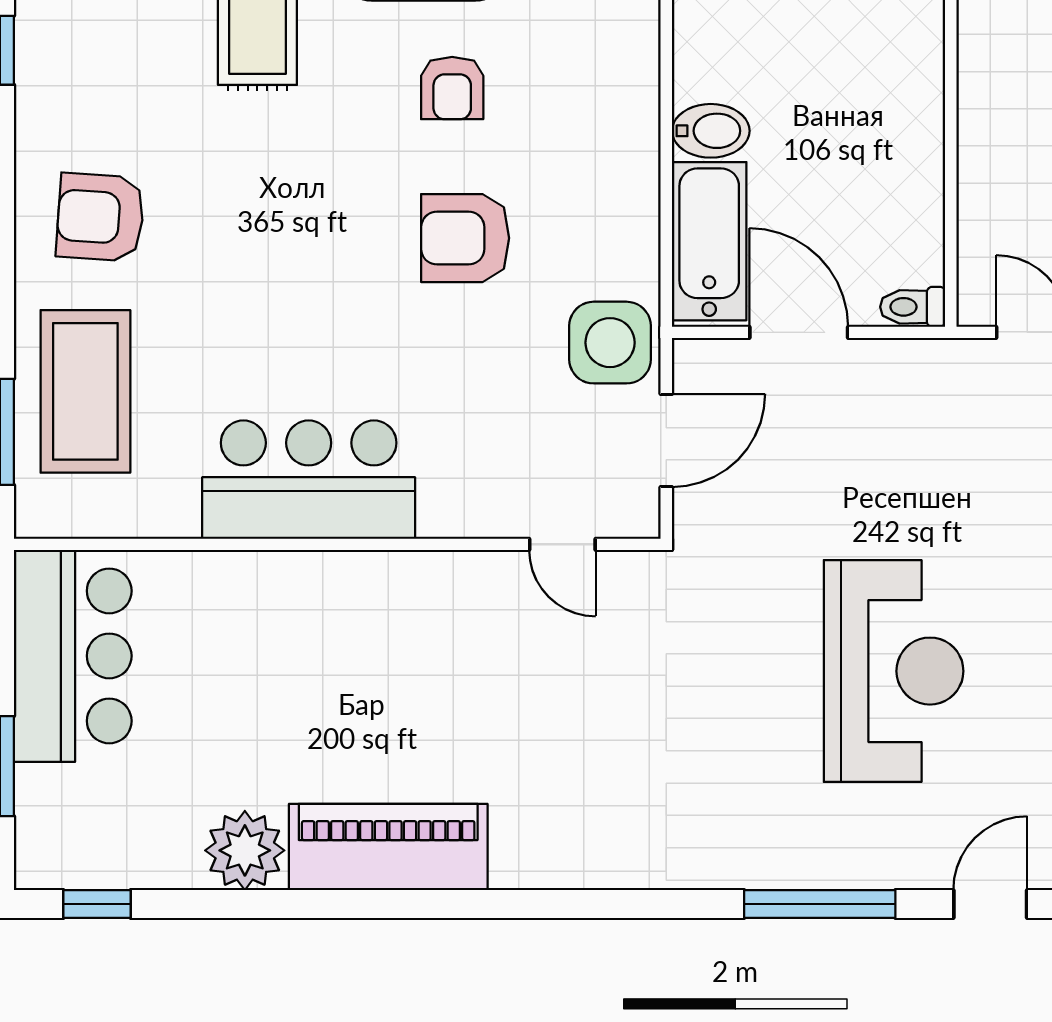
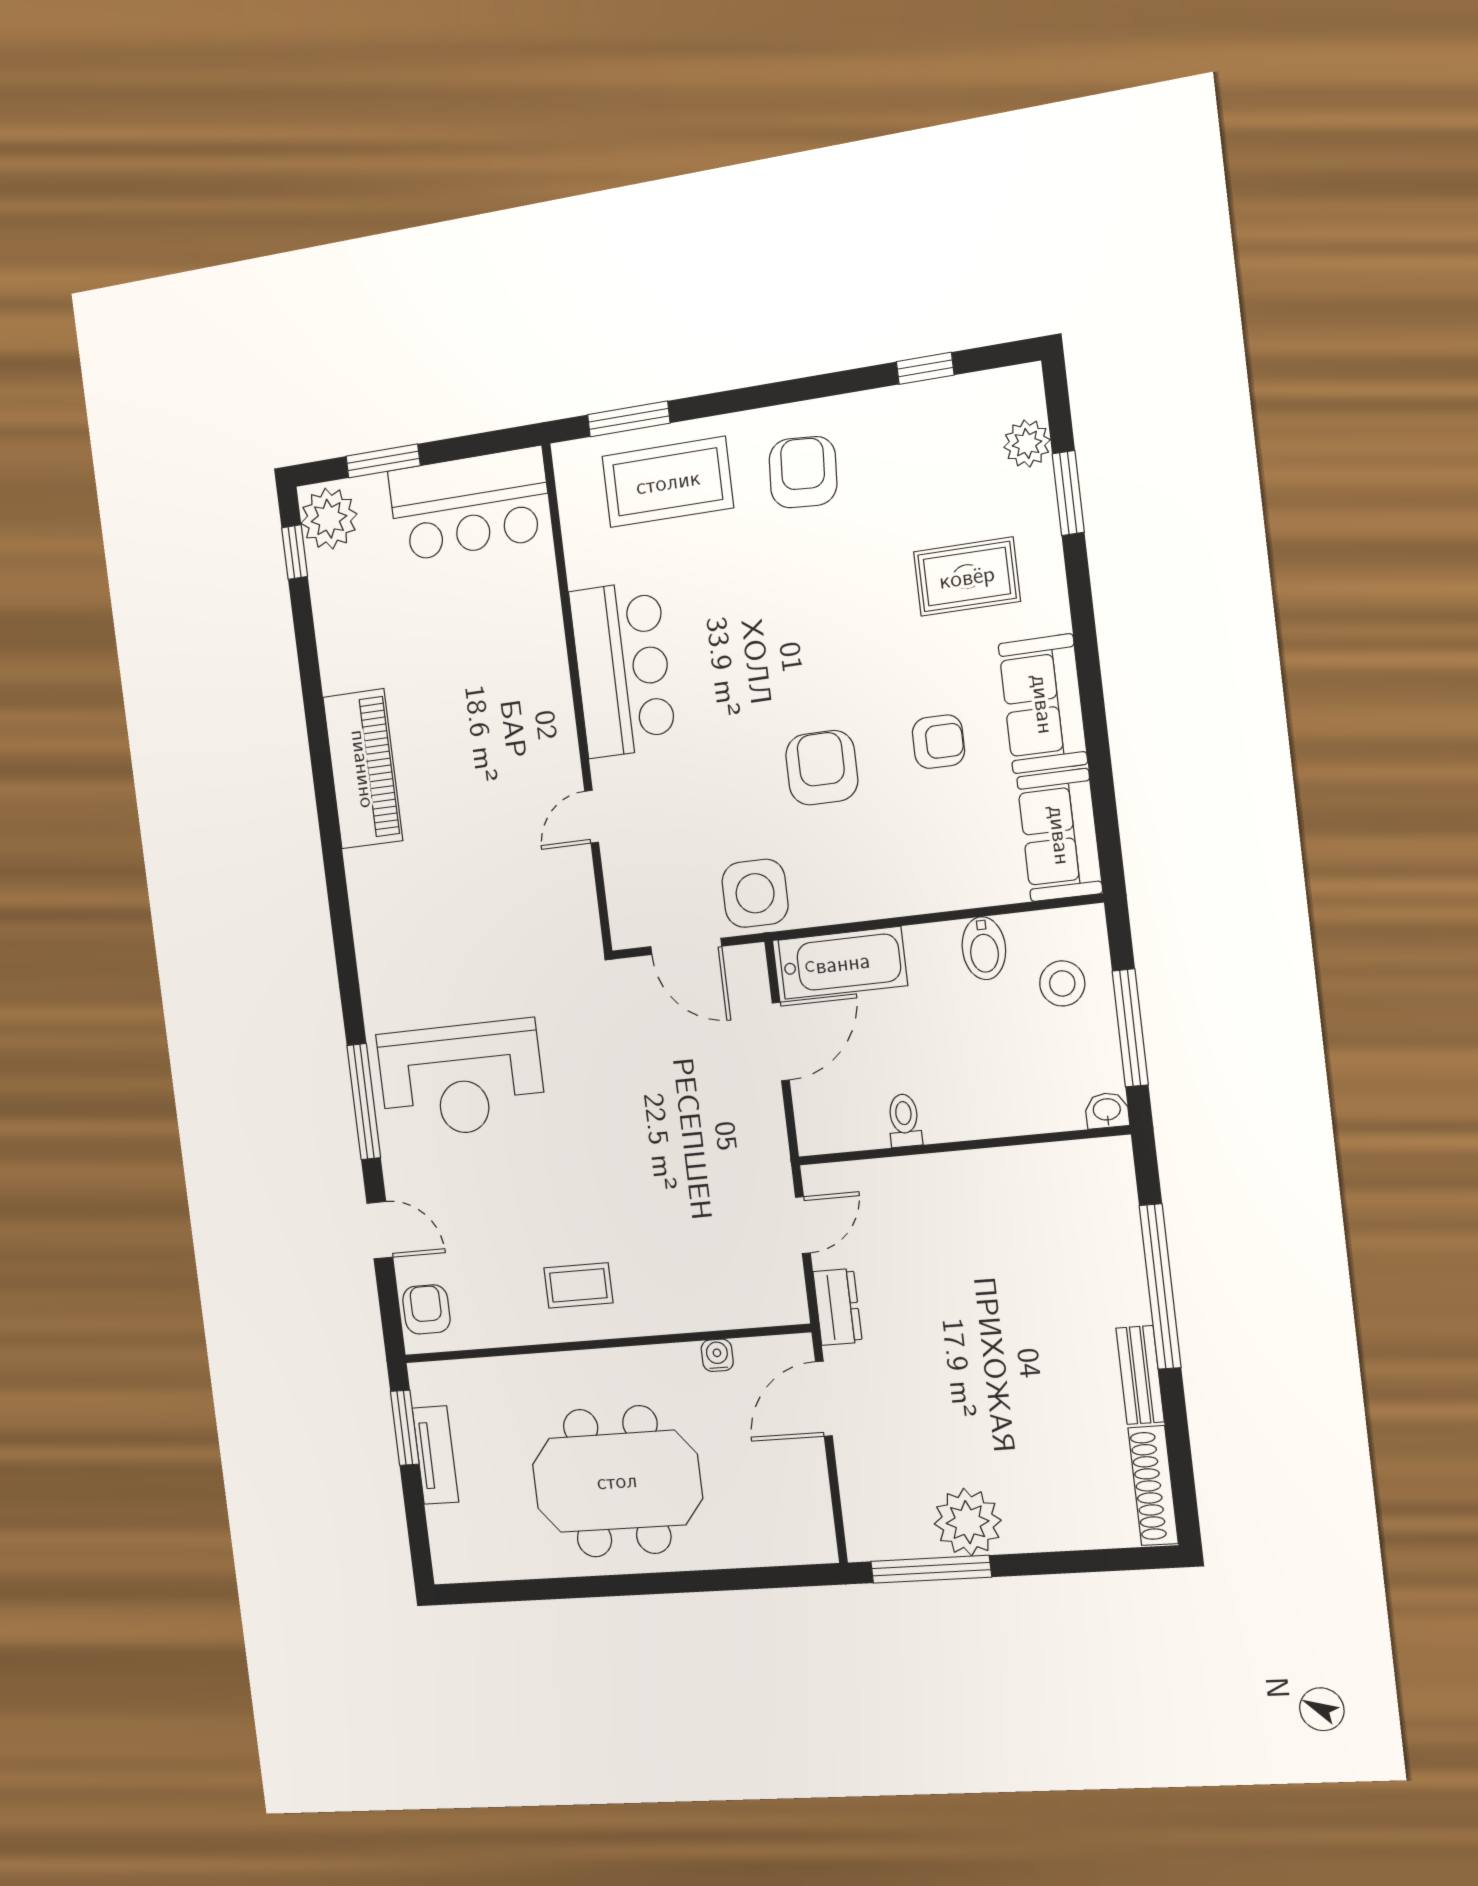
armchair: (452, 88) -> (938, 742), turned 180
bidet: (711, 131) -> (984, 948), moved
toilet: (913, 307) -> (904, 1120), moved
door: (562, 544) -> (592, 817), moved
reception desk: (894, 671) -> (461, 1079), moved
plant: (245, 850) -> (329, 519), moved

